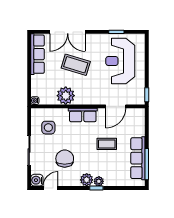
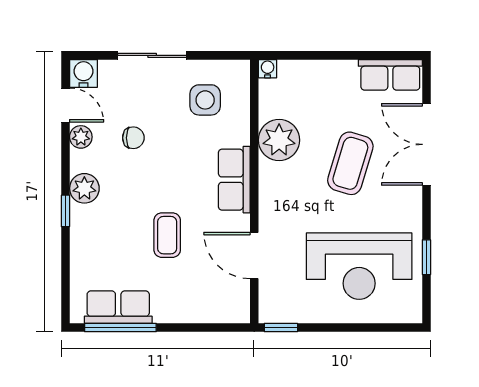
row of seats: (37, 54) -> (390, 75), width x0.68
reception desk: (120, 61) -> (359, 266), turned 180
row of seats: (138, 158) -> (118, 307), width x0.68
chair: (65, 159) -> (133, 138), width x0.54, depth x0.54
plant: (99, 181) -> (81, 137), moved

